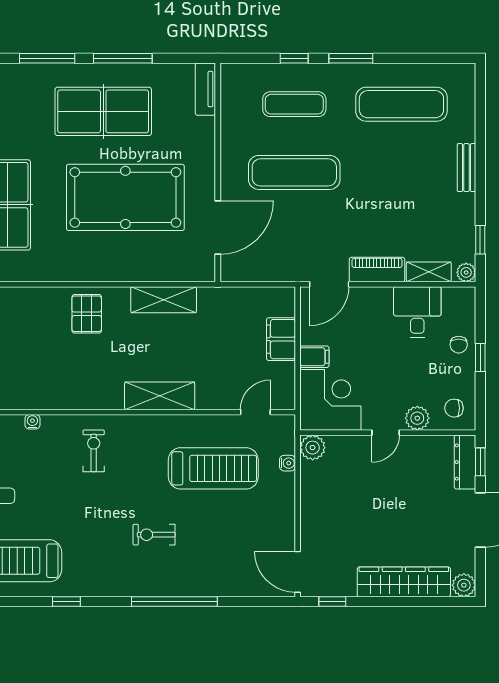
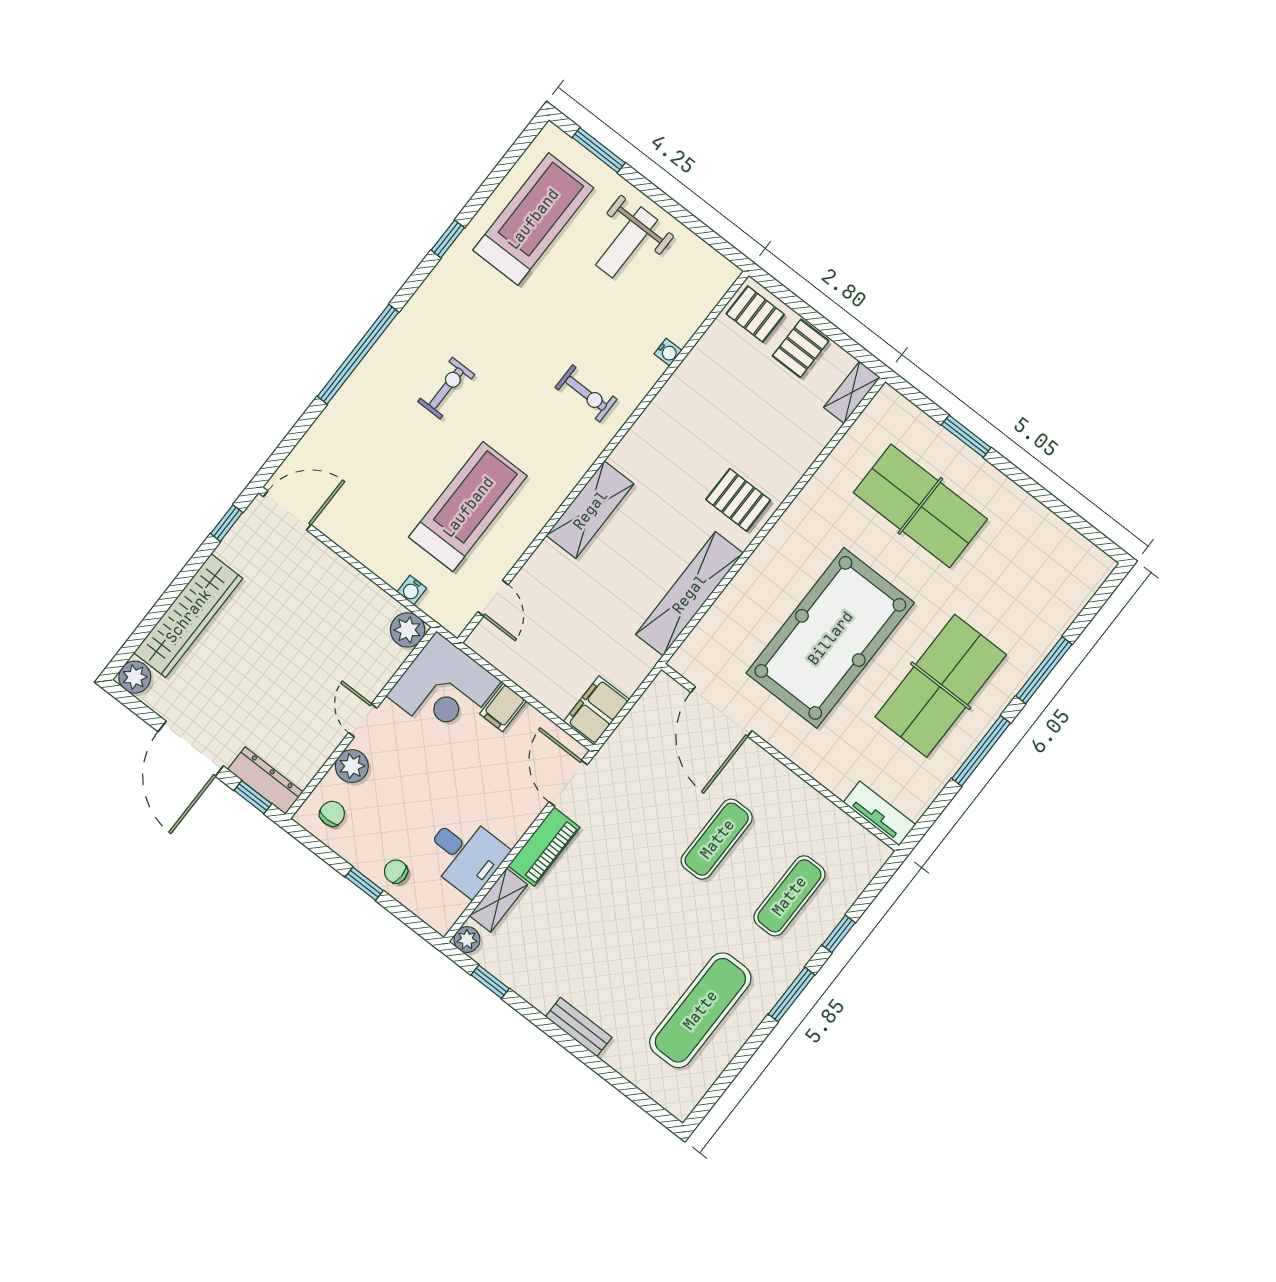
exercise mat: (294, 172) -> (717, 839), width x0.73, depth x0.69
shelving: (164, 300) -> (689, 594), width x1.47
filing cabinet: (281, 339) -> (596, 710), moved, turned -90
treadmill: (213, 468) -> (468, 507), turned 180

